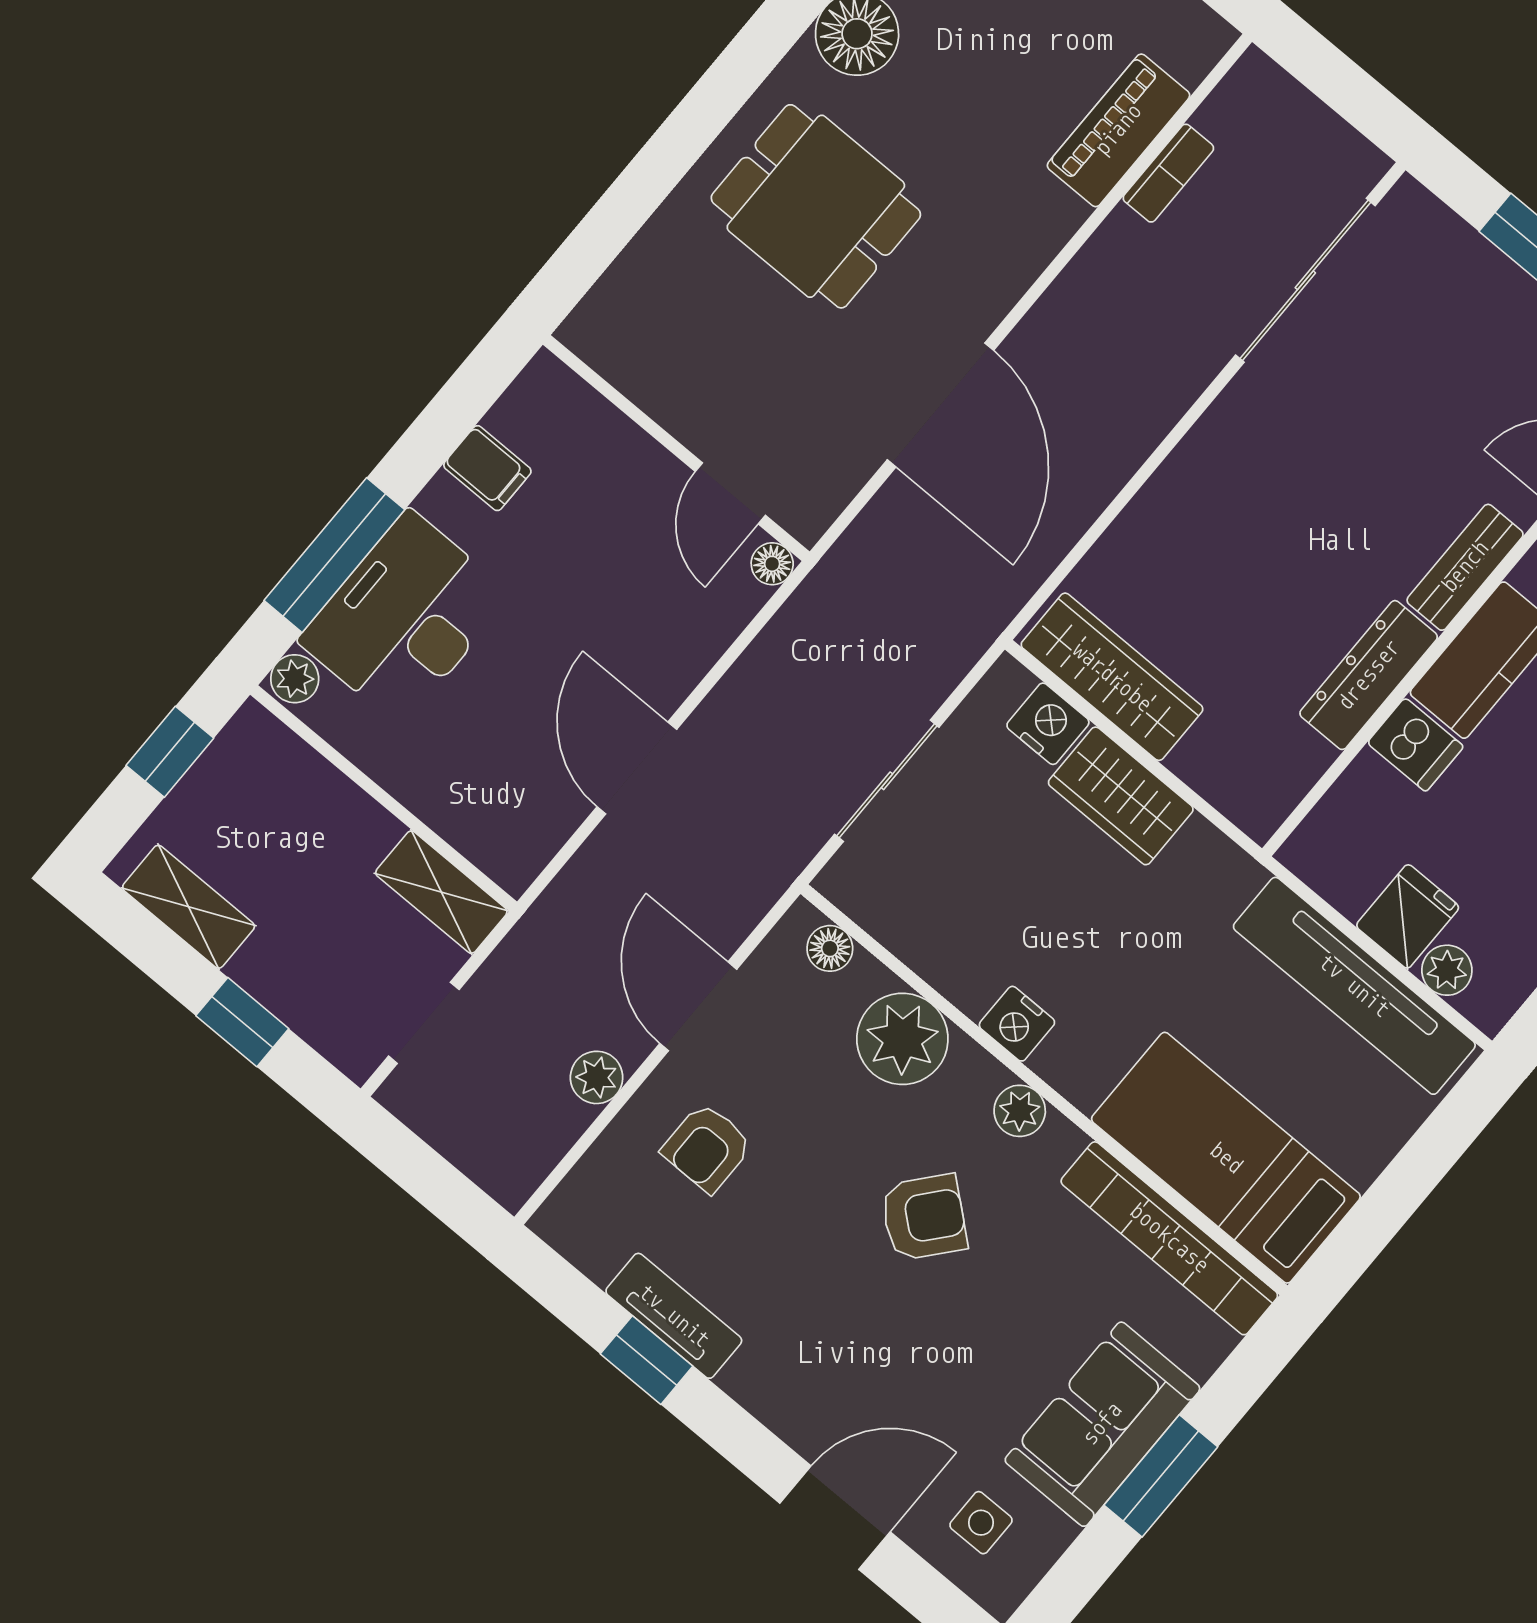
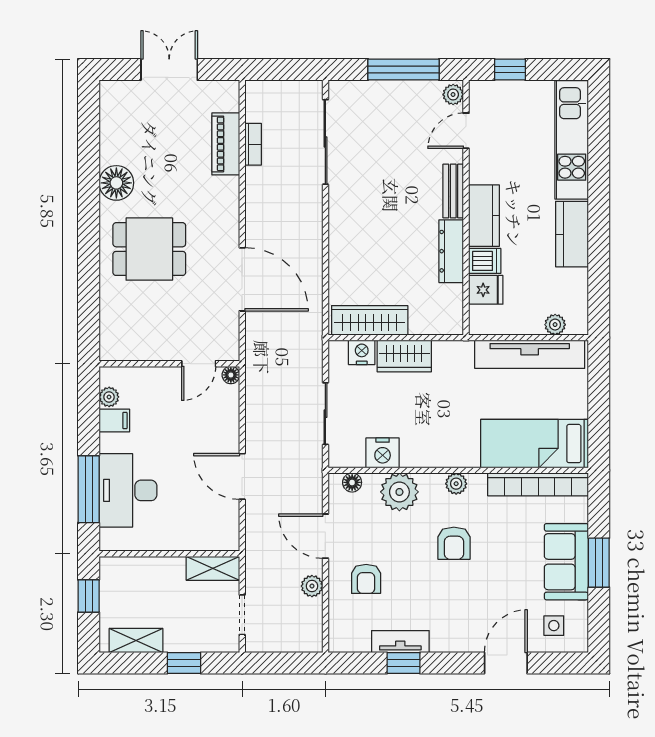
door: (730, 493) -> (199, 364), hinge flipped
plant: (295, 679) -> (109, 397), moved
fridge: (1408, 916) -> (486, 290), moved, turned 90
nightstand: (1017, 1024) -> (383, 453), moved, width x1.36, depth x1.33
armchair: (924, 1217) -> (454, 543), turned 140

